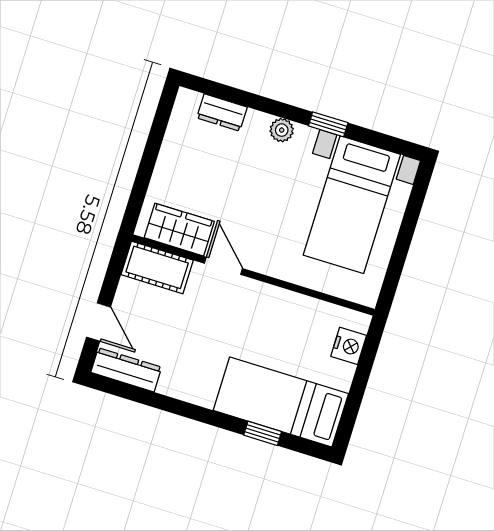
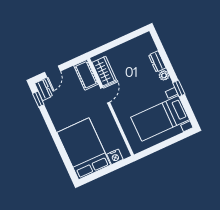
dresser: (222, 113) -> (157, 61), moved
dresser: (126, 370) -> (43, 90), width x0.70
bed: (281, 402) -> (84, 149), width x1.50
window: (263, 433) -> (38, 99), moved

